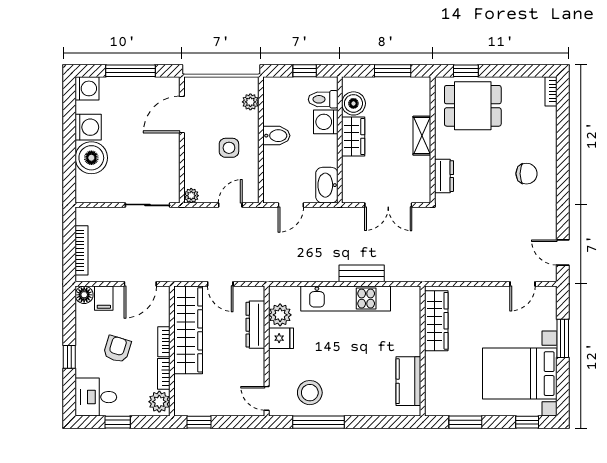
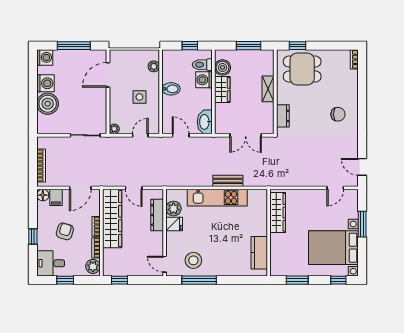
door: (291, 205) -> (181, 135), swing flipped

